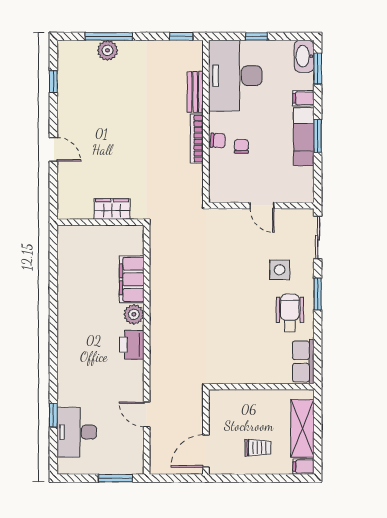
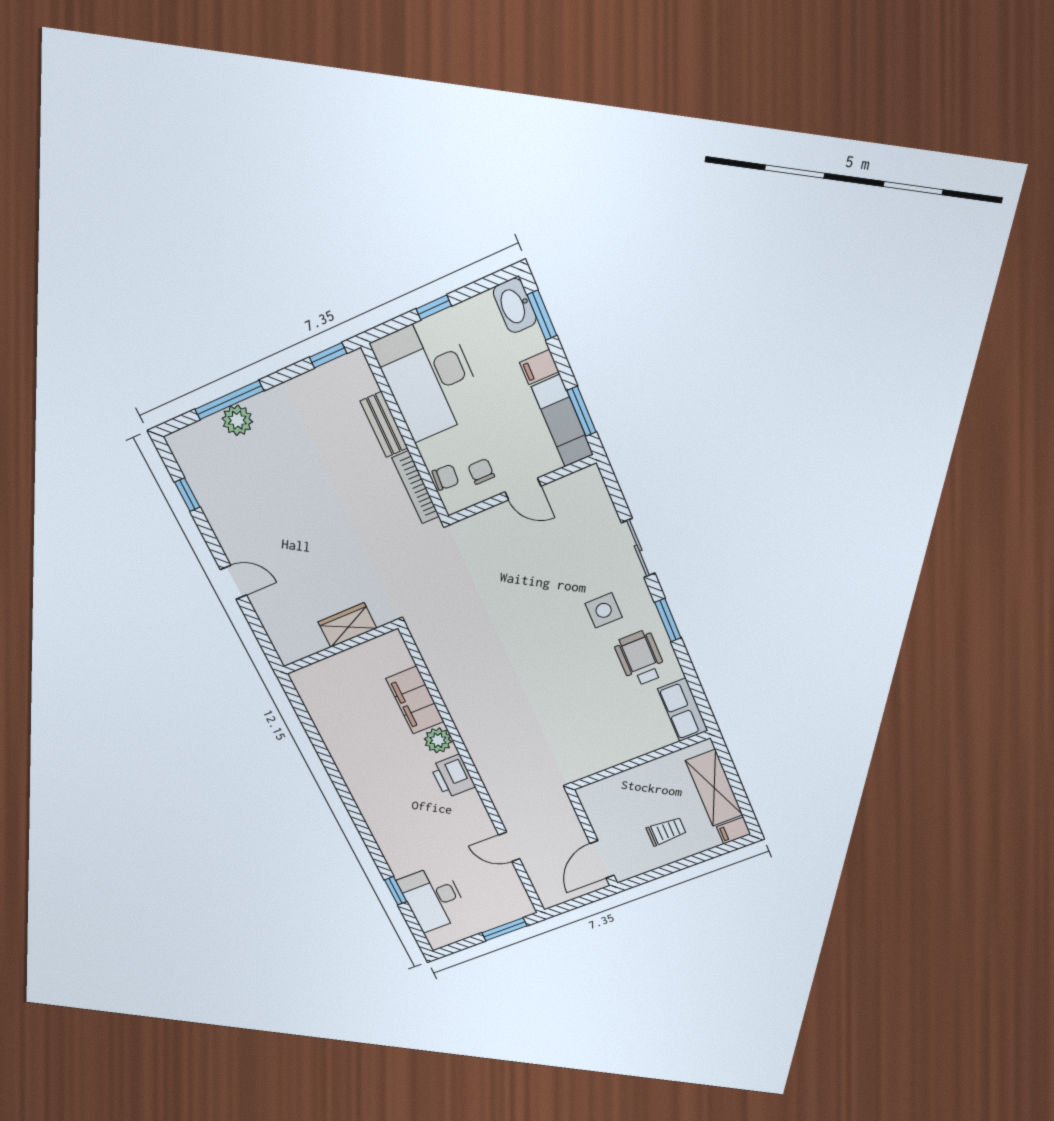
wall: (261, 205) -> (522, 490), moved
door: (262, 205) -> (523, 489), moved

